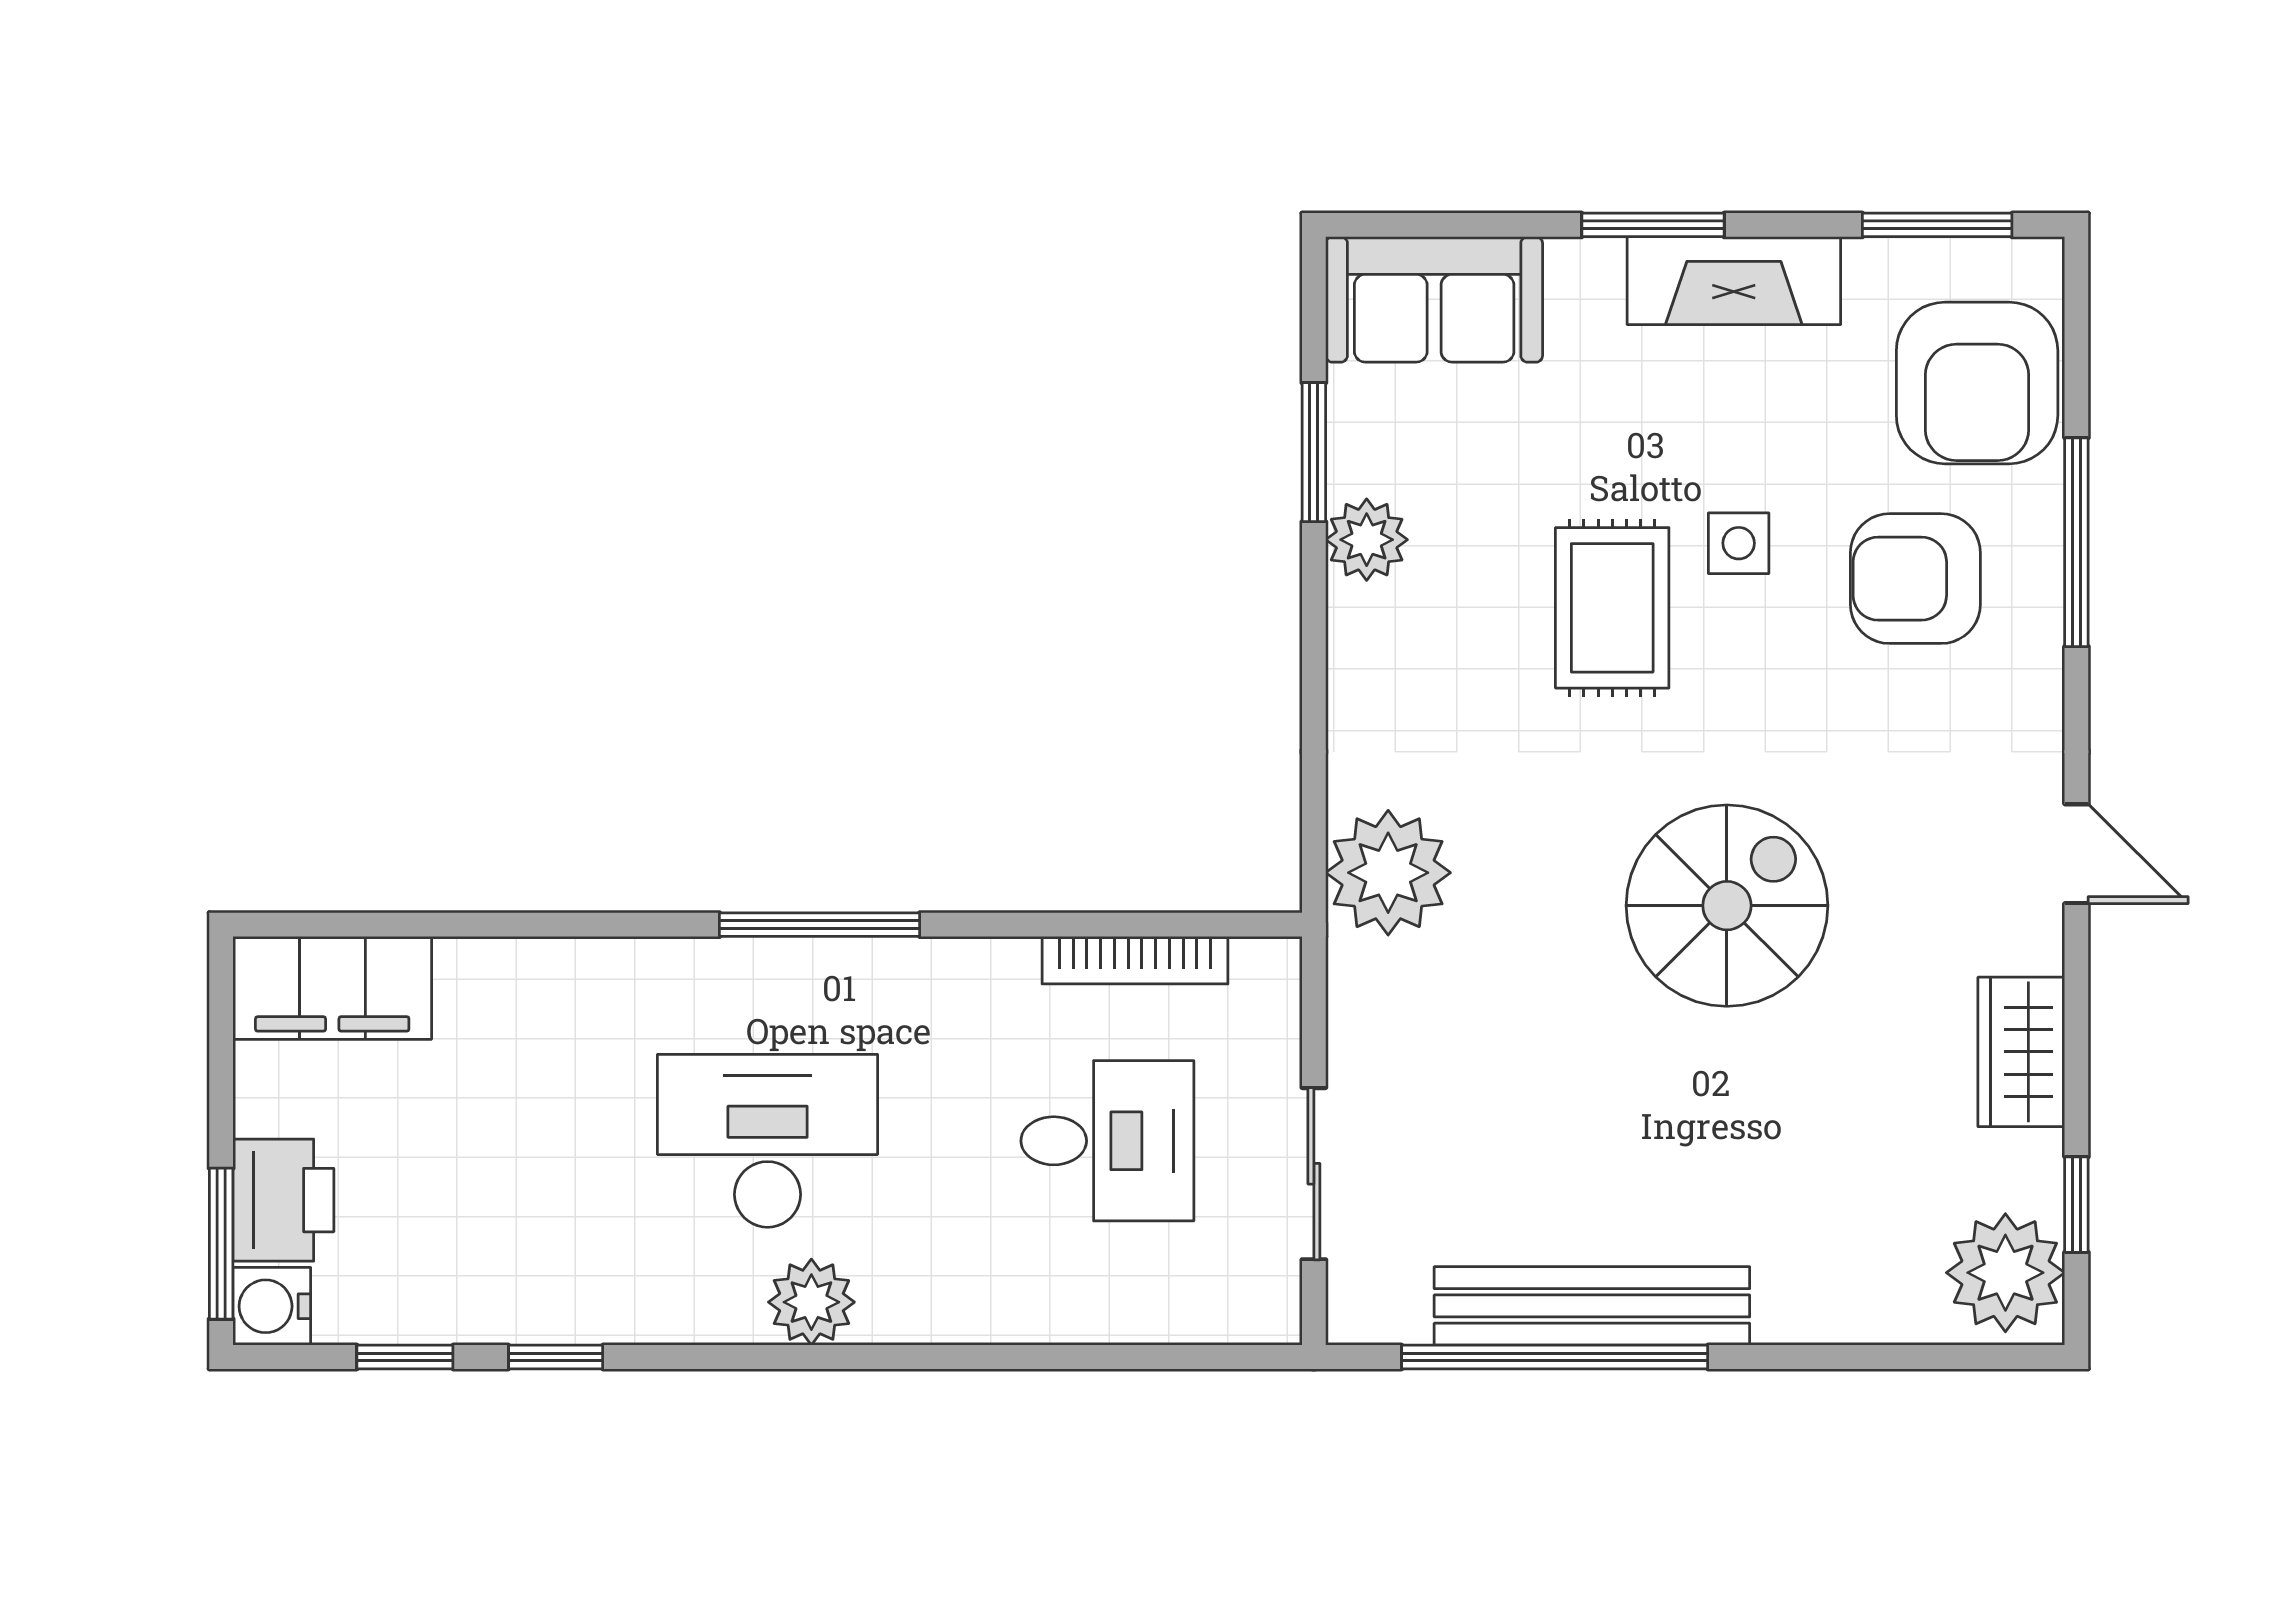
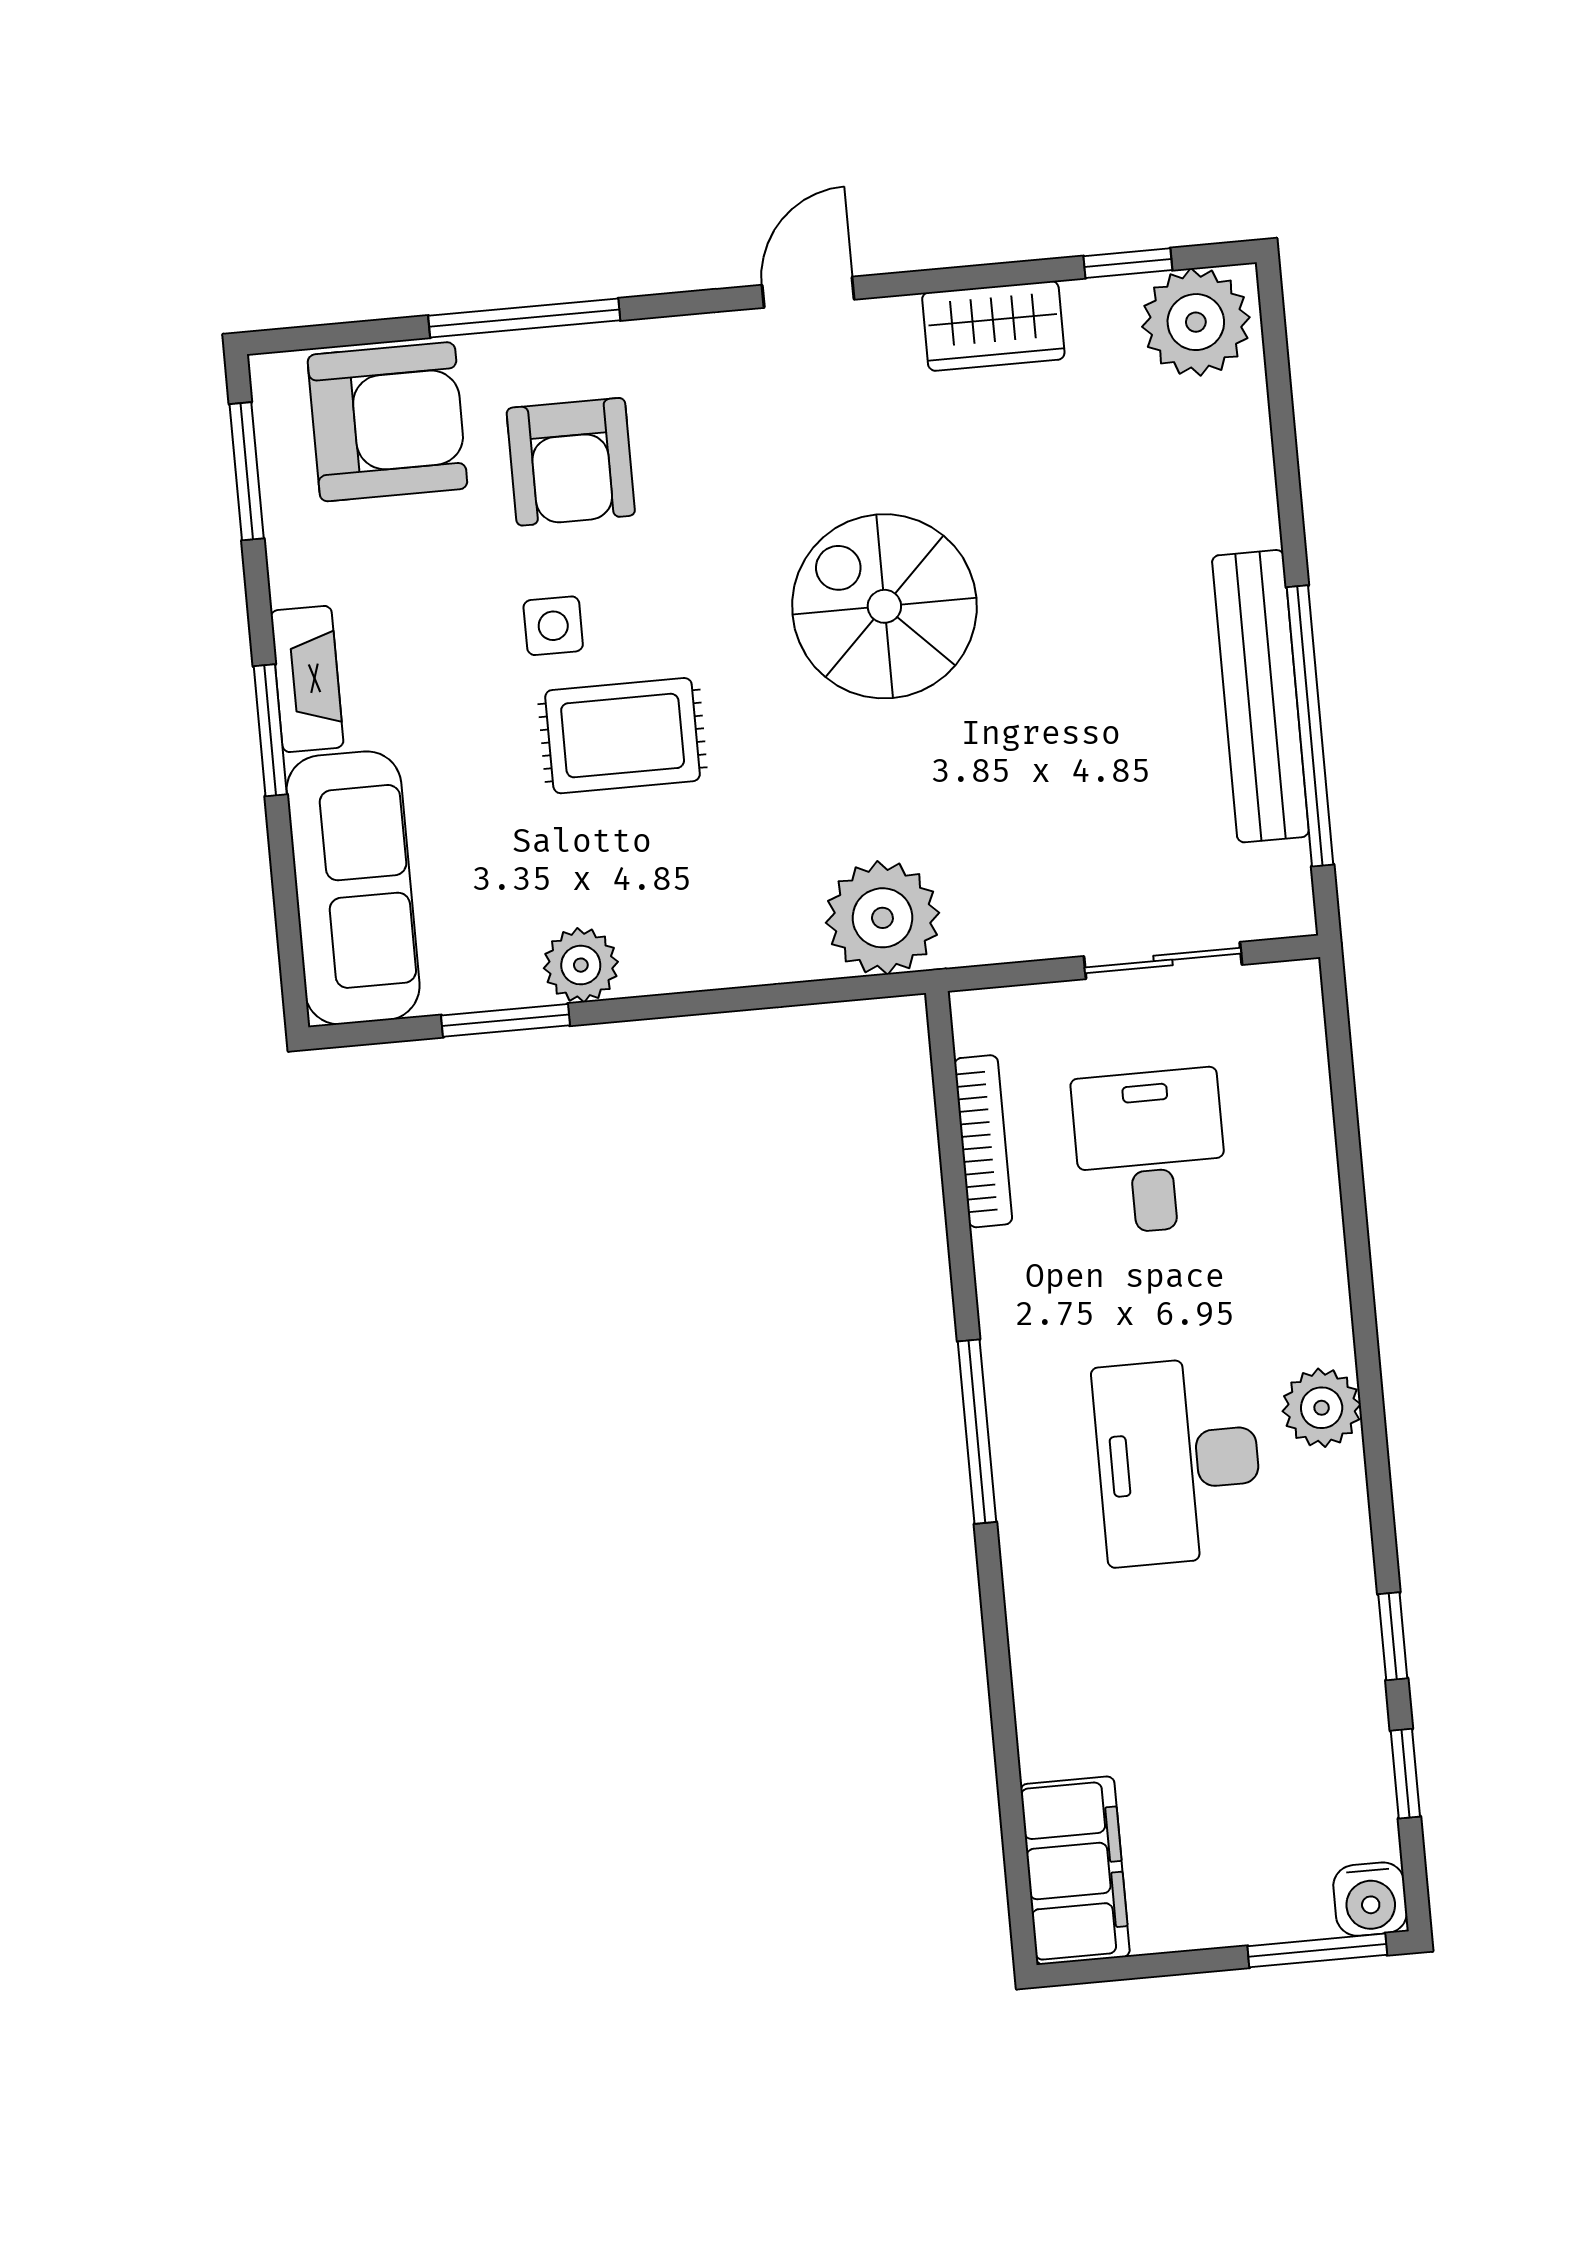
fireplace: (1734, 281) -> (307, 679), width x0.73, depth x0.76
sofa: (1434, 299) -> (353, 888), width x1.36
printer: (283, 1200) -> (1272, 1897), removed

